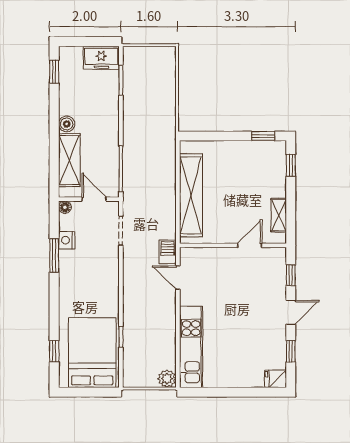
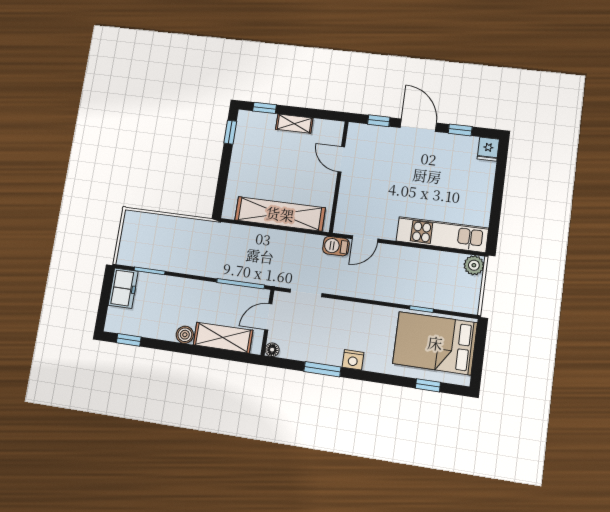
shelving: (279, 215) -> (294, 124), moved
nightstand: (67, 240) -> (353, 360), moved
door: (291, 312) -> (418, 125), width x1.38

